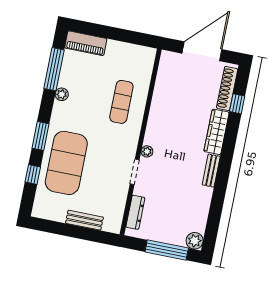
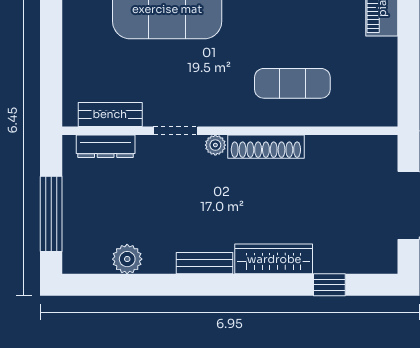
shoe rack: (227, 88) -> (266, 147), moved, turned 180
bench: (84, 220) -> (110, 114), moved, turned 90
plant: (195, 241) -> (127, 259), moved

